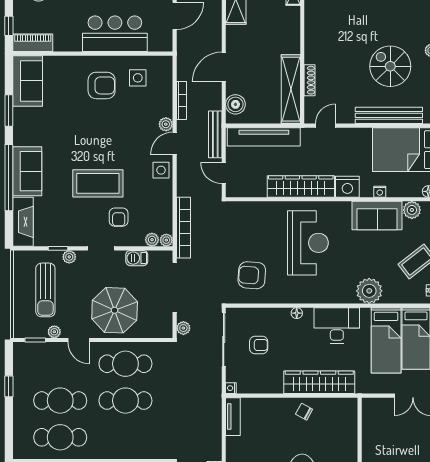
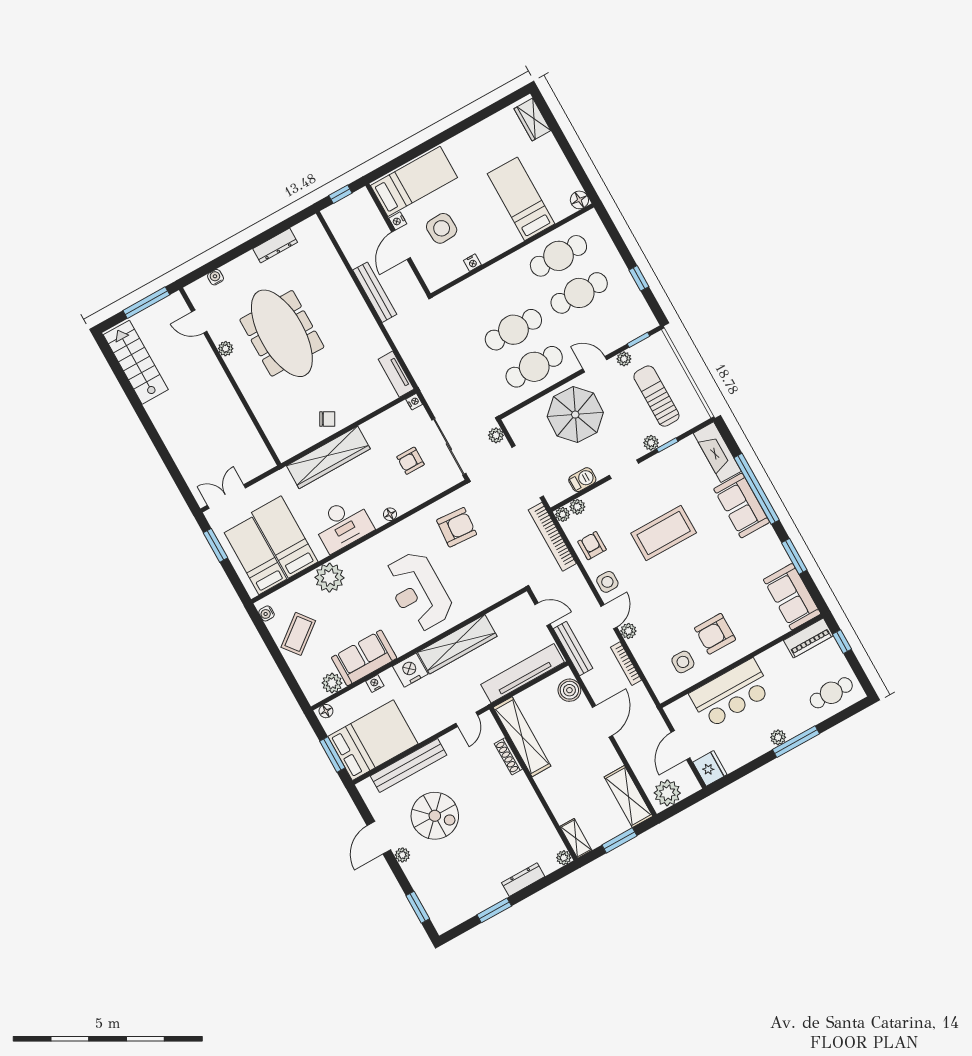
armchair: (119, 217) -> (592, 546), moved

